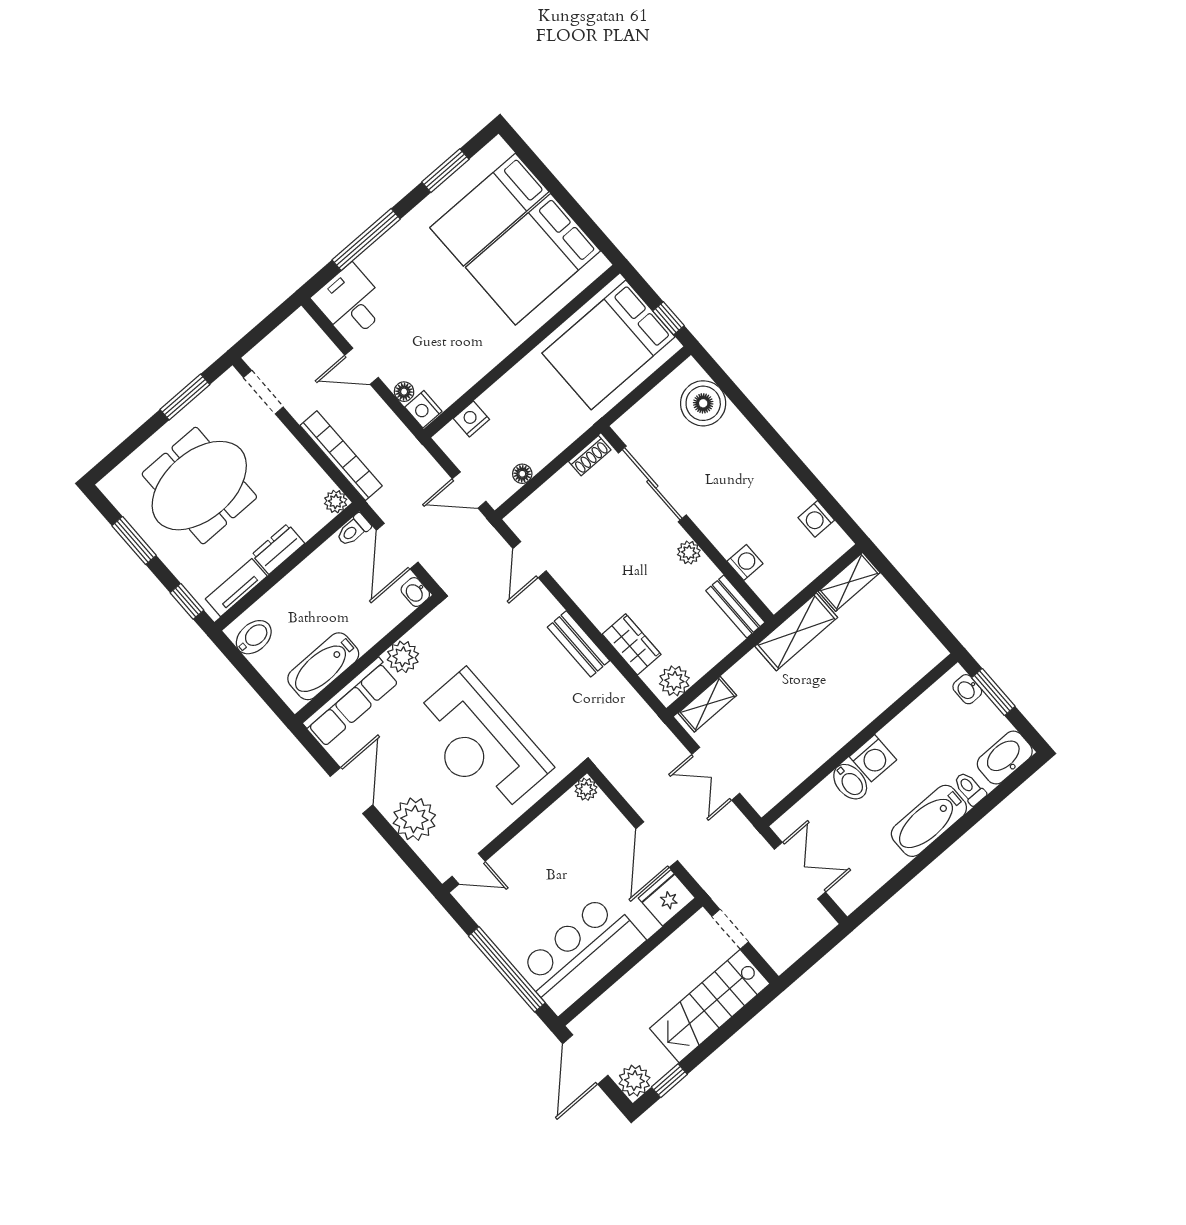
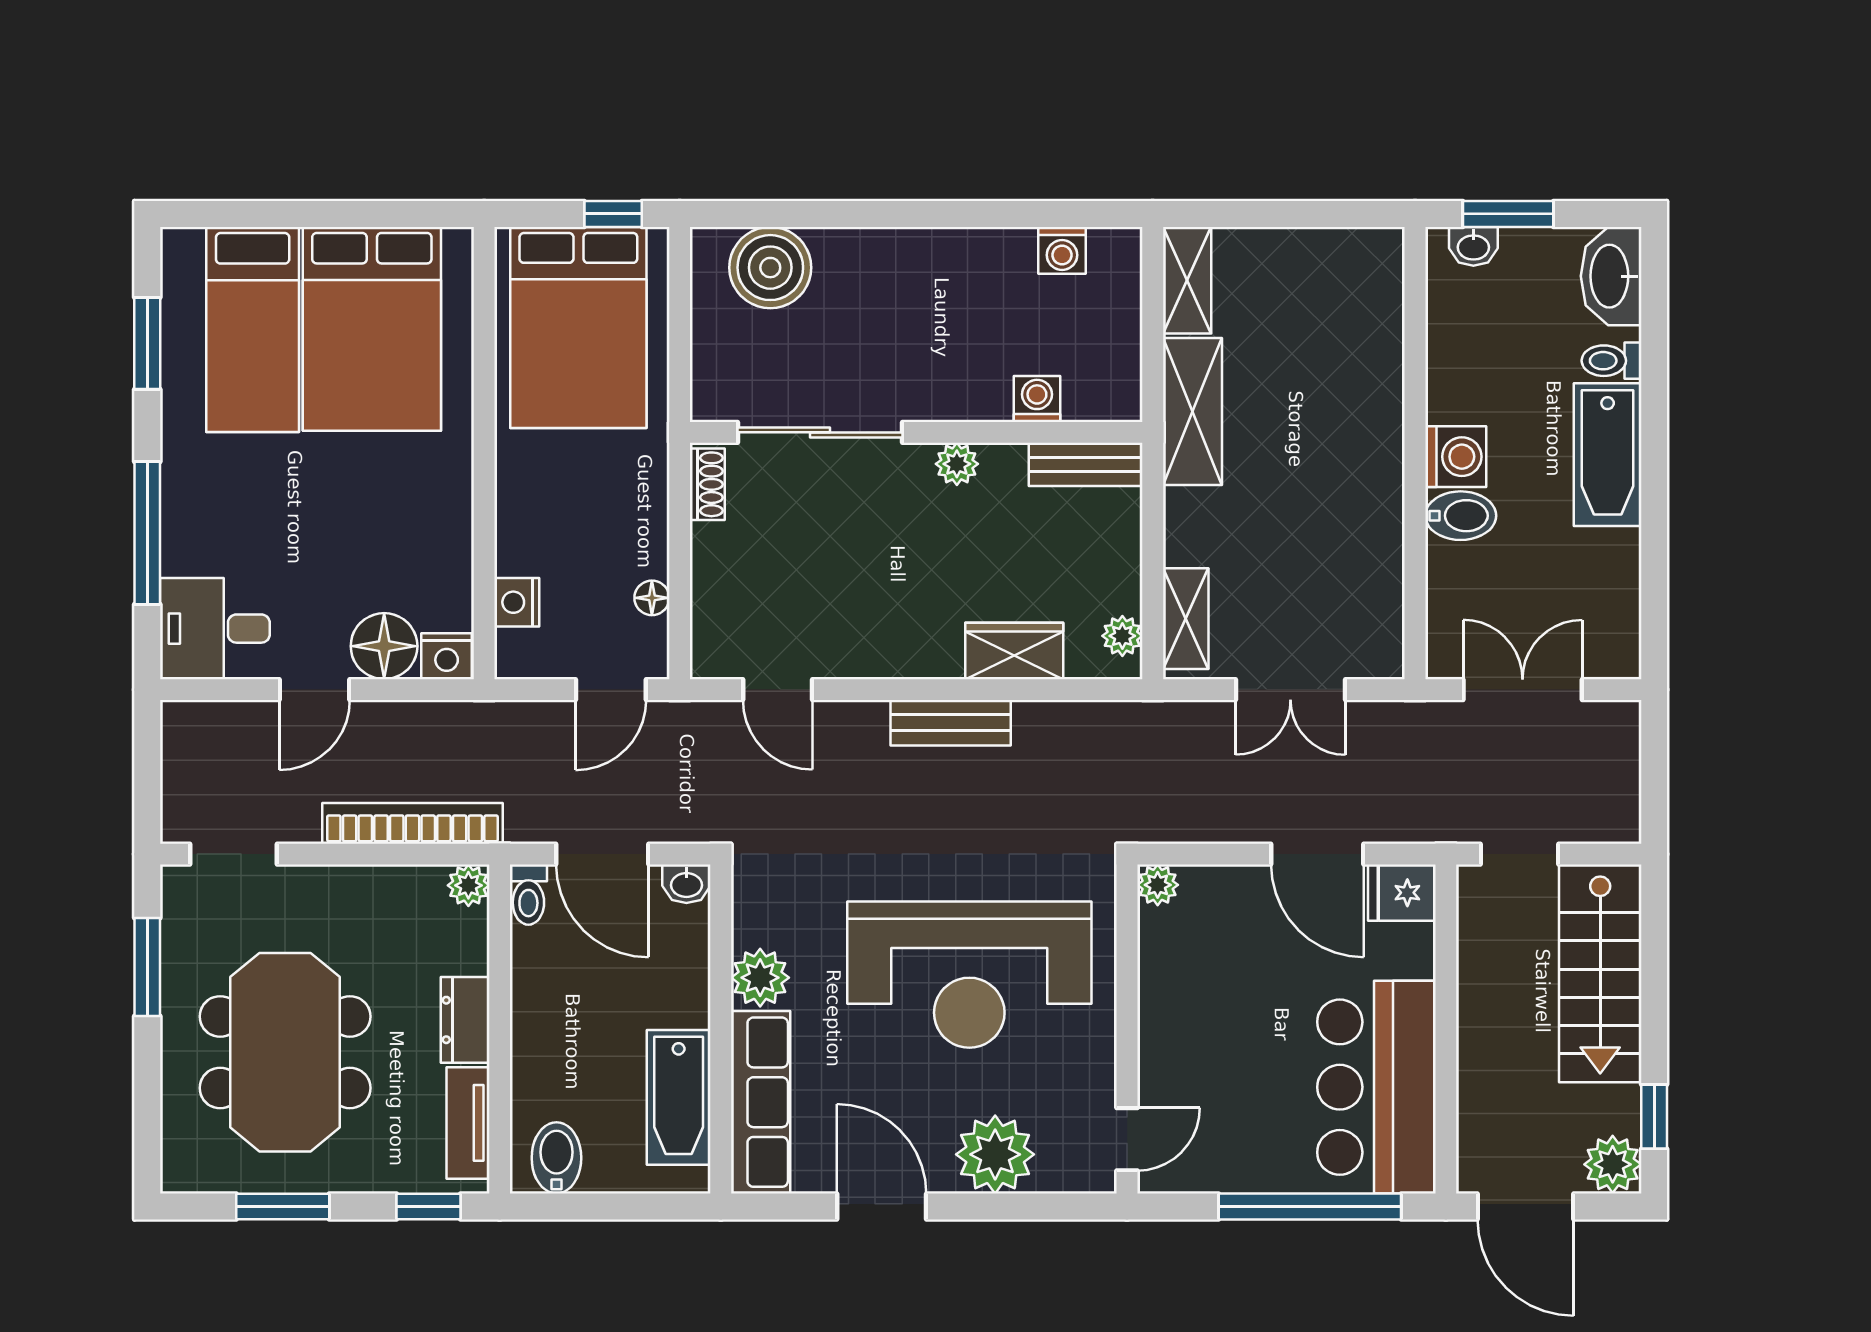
floor lamp: (404, 392) -> (384, 646), width x1.89, depth x1.89
plant: (674, 681) -> (1122, 636), width x0.73, depth x0.73
fridge: (667, 898) -> (1402, 893), width x0.72

